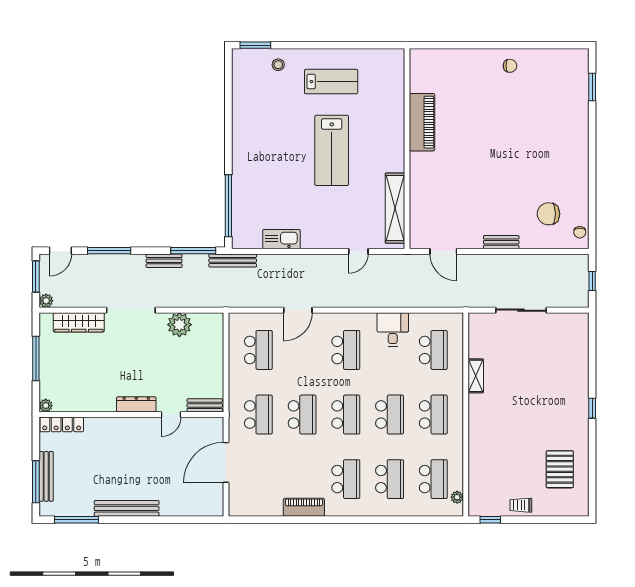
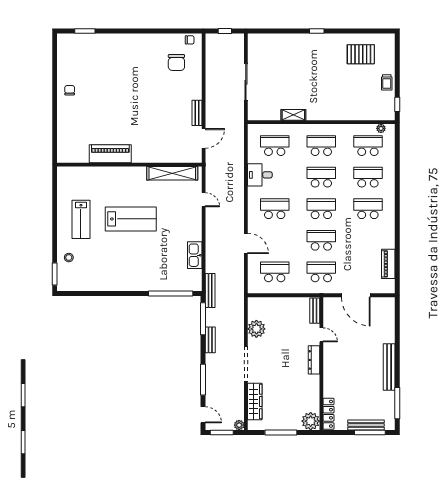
lab bench: (331, 82) -> (81, 219), turned 180
bench: (501, 242) -> (197, 113), moved
plant: (46, 406) -> (311, 421), width x1.88, depth x1.88
piano: (304, 507) -> (388, 264), moved

